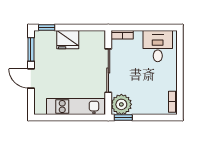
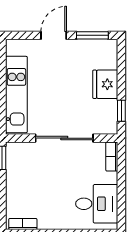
window: (47, 28) -> (121, 111), moved
plant: (121, 104) -> (19, 155), removed

